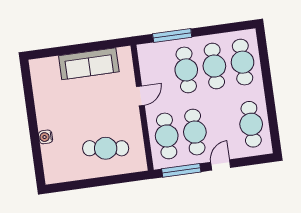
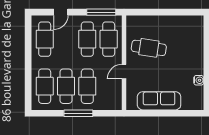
window: (172, 35) -> (78, 113), moved
water cooler: (46, 137) -> (199, 80), moved
cafe table: (106, 148) -> (149, 48), moved
door: (221, 165) -> (61, 12), moved

